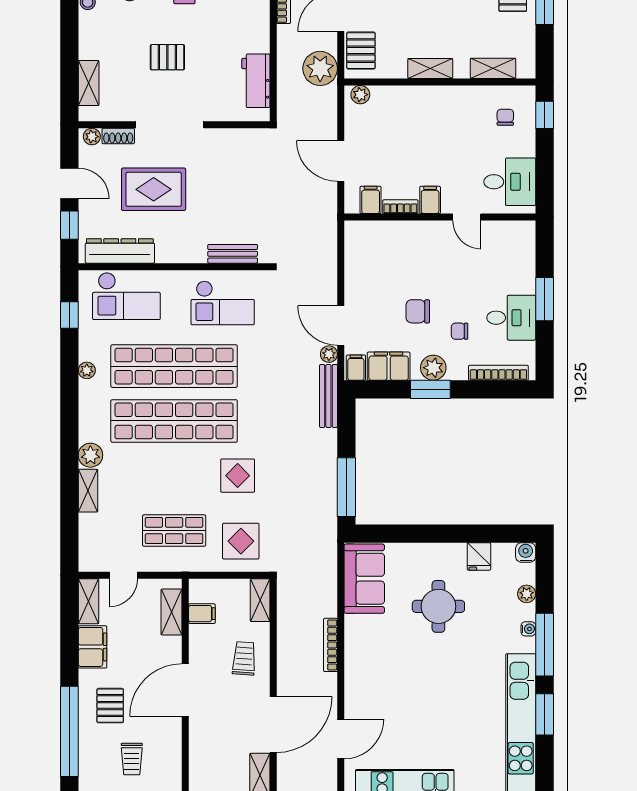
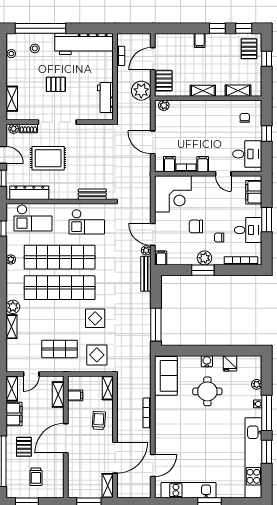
window: (545, 115) -> (267, 134), moved
corner desk: (377, 253) -> (173, 194), added
filing cabinet: (389, 366) -> (254, 192), moved, turned -90
water cooler: (526, 552) -> (207, 361), moved

